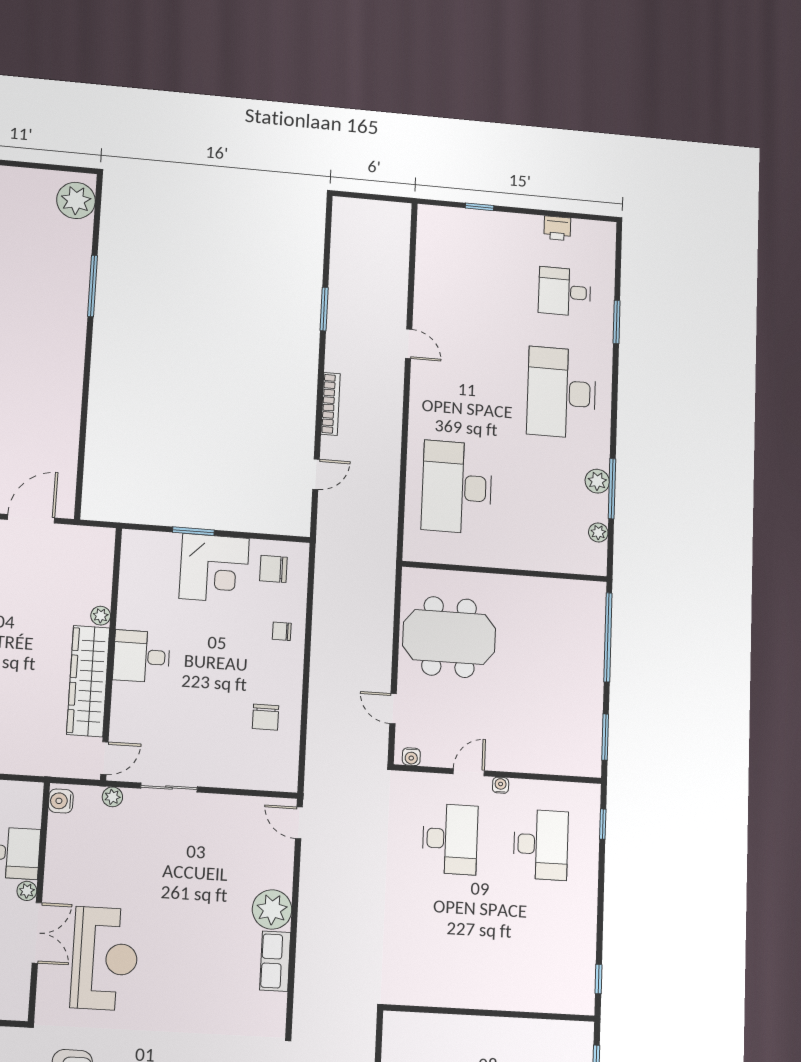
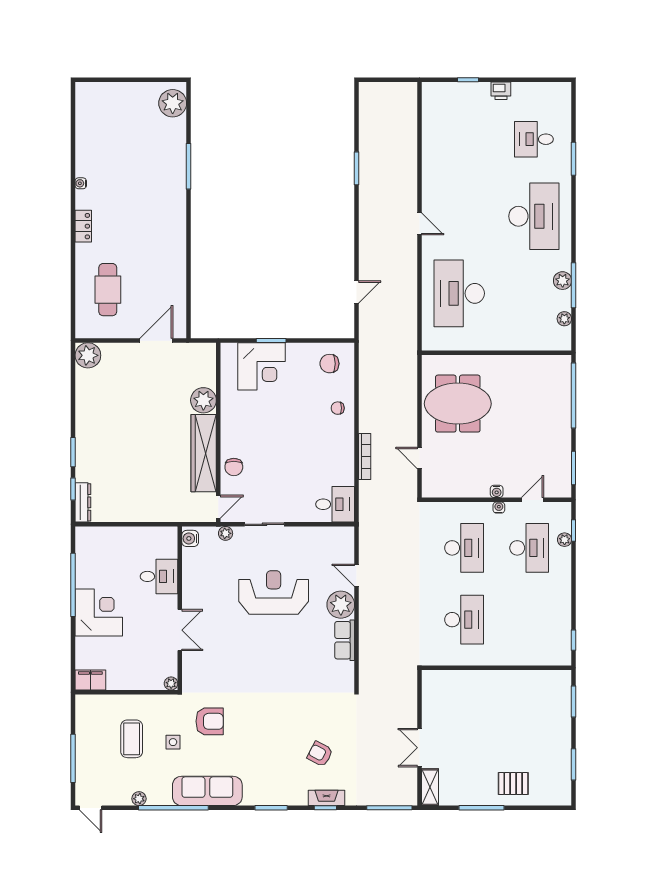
printer: (557, 228) -> (501, 91), moved
door: (409, 344) -> (420, 224), moved
desk: (561, 393) -> (534, 216), turned 180
bookcase: (331, 404) -> (365, 456), moved
corner desk: (214, 568) -> (262, 366), moved
plant: (101, 616) -> (203, 400), width x1.88, depth x1.88
desk: (142, 657) -> (335, 504), moved, turned 180
chair: (266, 717) -> (234, 467), moved
water cooler: (411, 757) -> (497, 491), moved
door: (469, 772) -> (532, 500), moved
door: (299, 823) -> (357, 575), moved
plant: (590, 836) -> (565, 540), added
plant: (27, 891) -> (171, 684), moved
desk: (446, 941) -> (464, 620), added
reception desk: (105, 959) -> (274, 593), moved, turned -90

